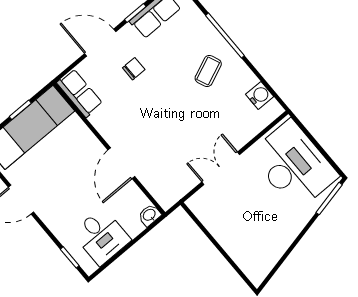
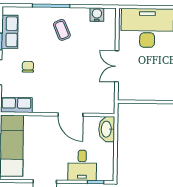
washbasin: (150, 215) -> (107, 129), width x1.91, depth x1.45
desk: (101, 236) -> (82, 165), moved, turned 90

